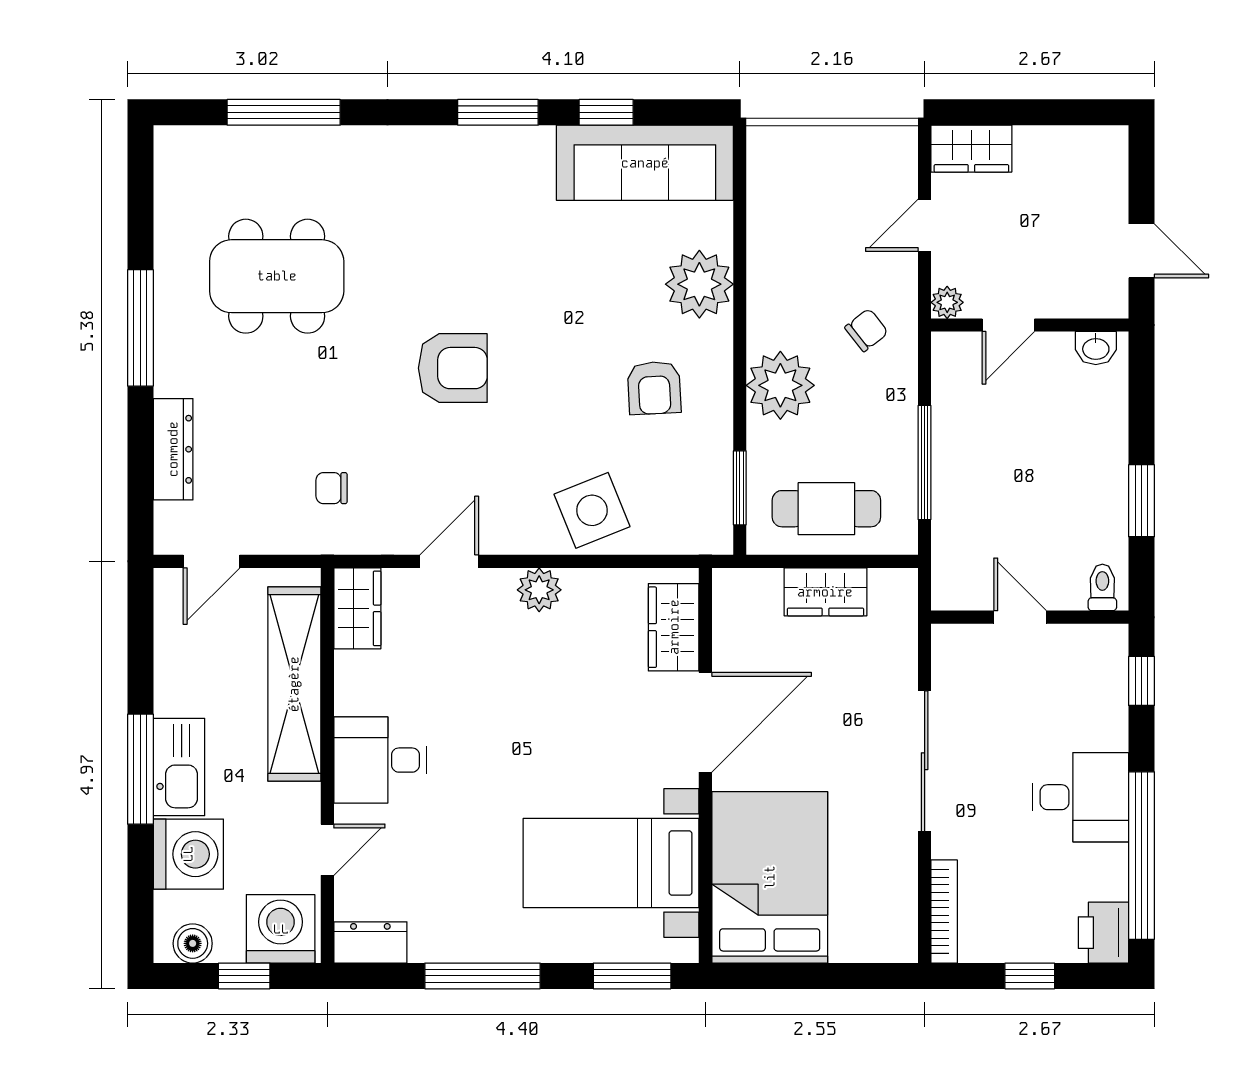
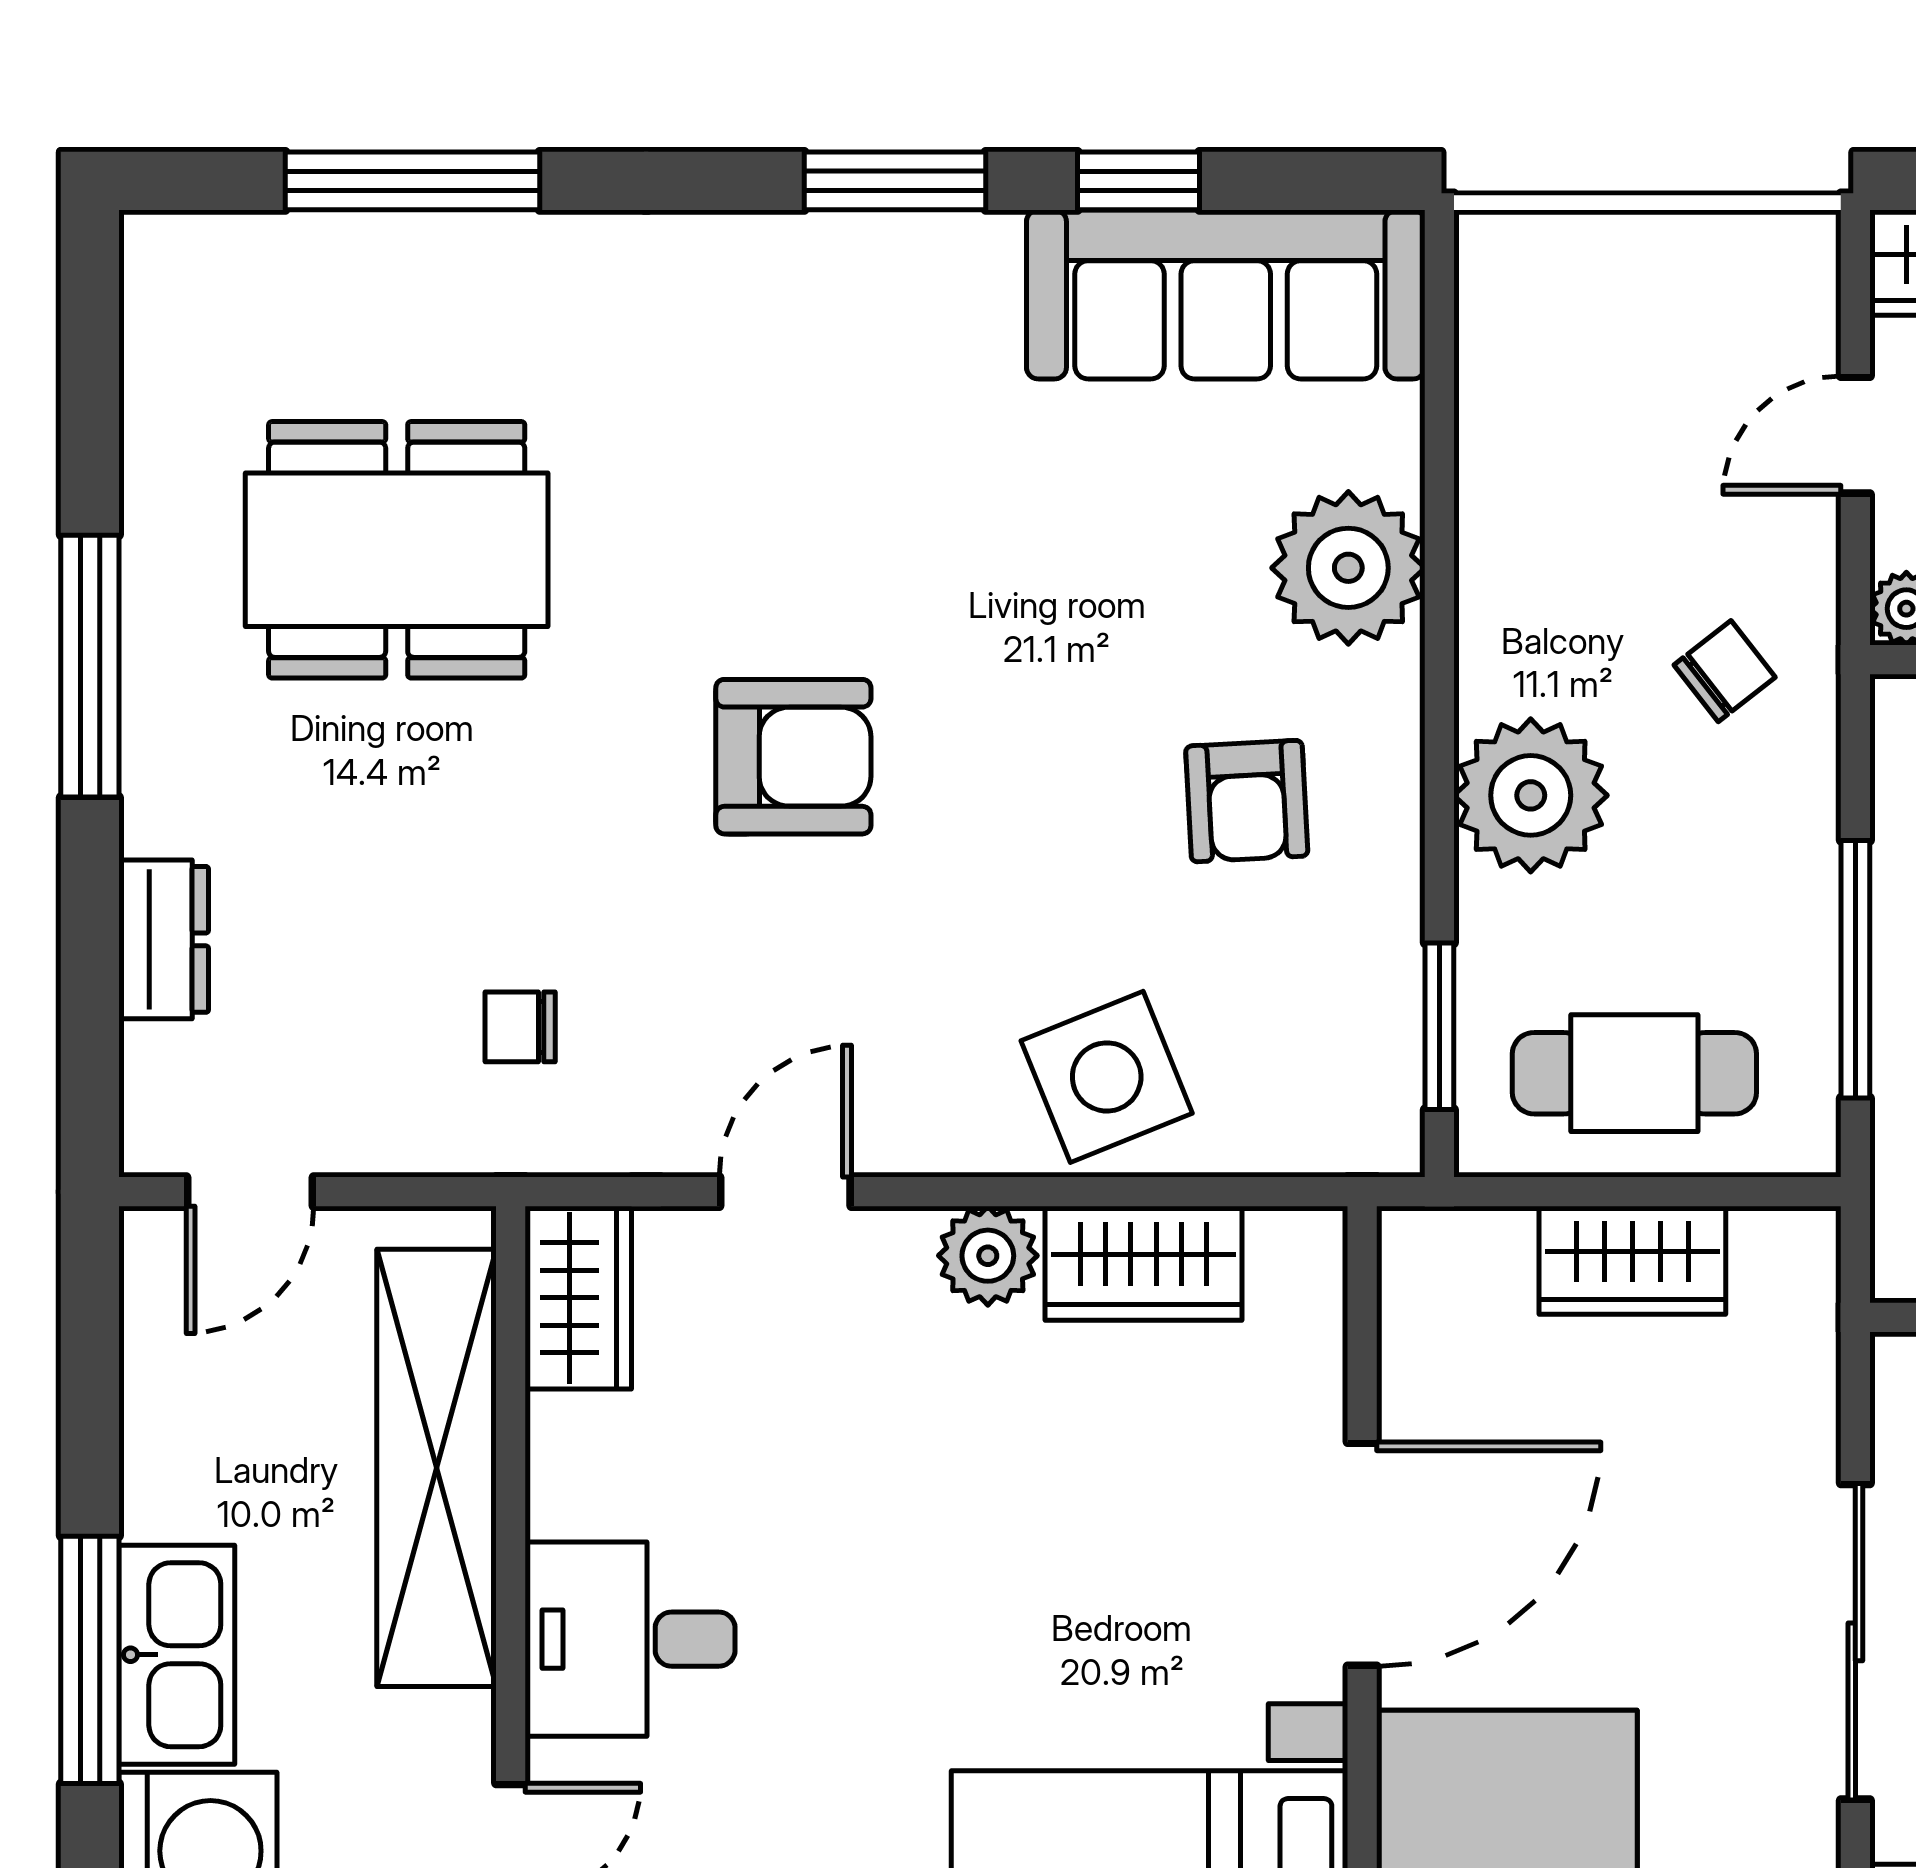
dresser: (173, 449) -> (164, 939), width x0.70
wardrobe: (674, 627) -> (1143, 1263), moved, turned -90

